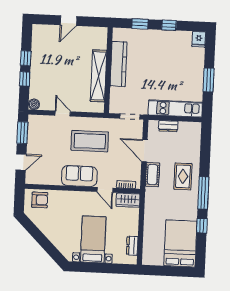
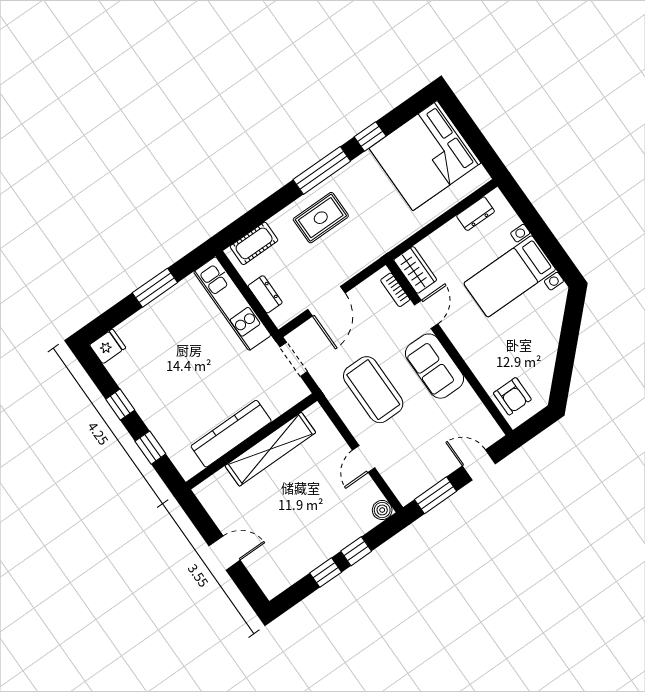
cot: (152, 174) -> (254, 243), moved
armchair: (40, 200) -> (512, 396), turned 180
bed: (180, 243) -> (425, 156), width x1.36

